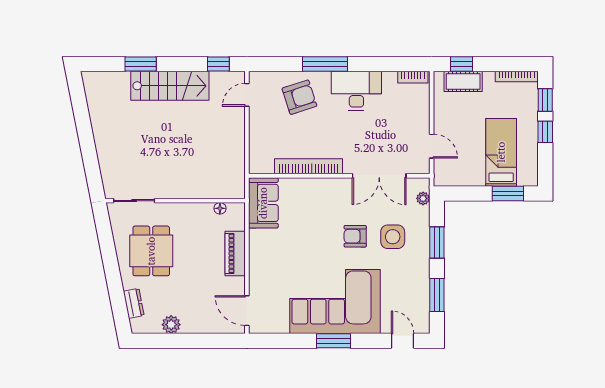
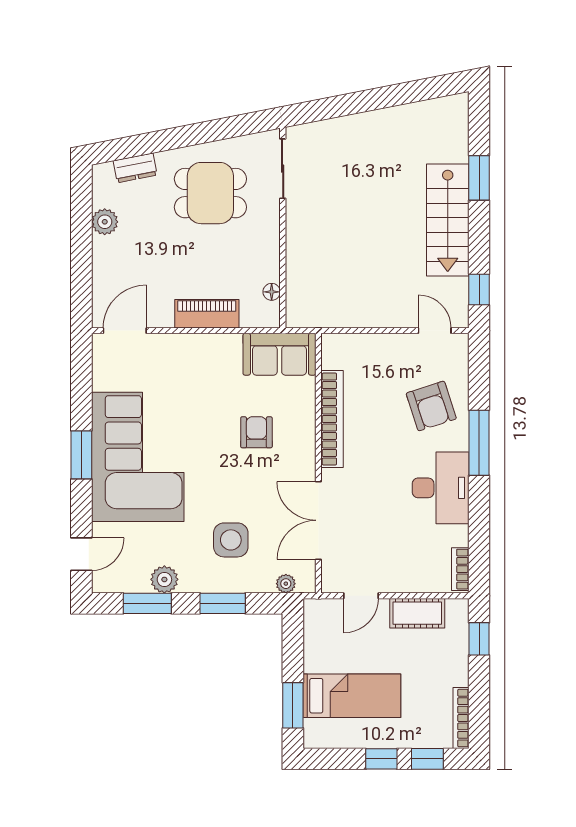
cot: (463, 81) -> (417, 613), moved, turned 90
armchair: (355, 236) -> (256, 432), moved
plant: (420, 283) -> (164, 579), added

